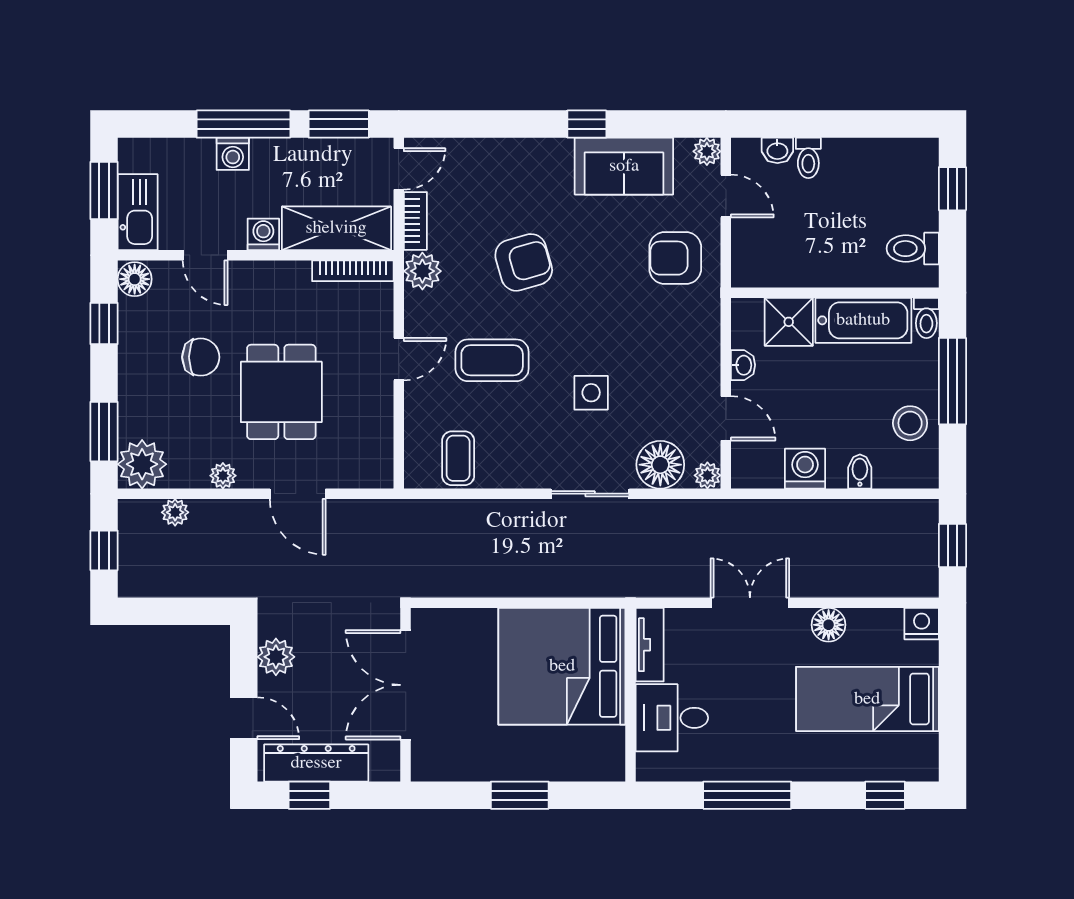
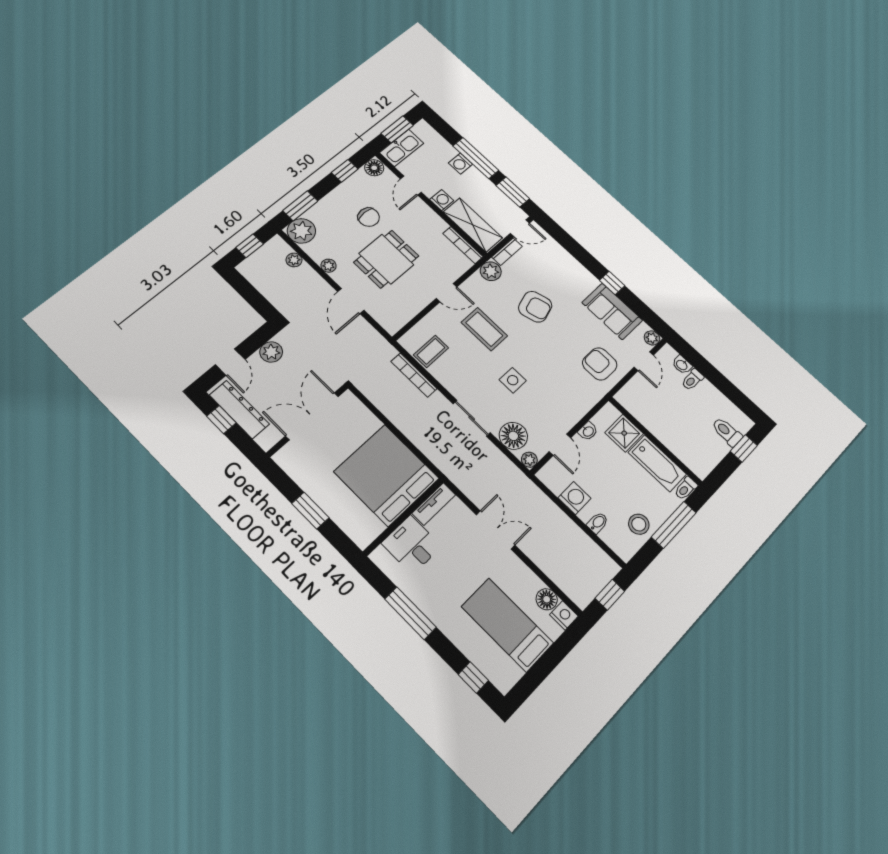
toilet: (913, 249) -> (727, 432), moved
bookcase: (469, 510) -> (414, 375), added
floor lamp: (829, 625) -> (547, 599), moved

